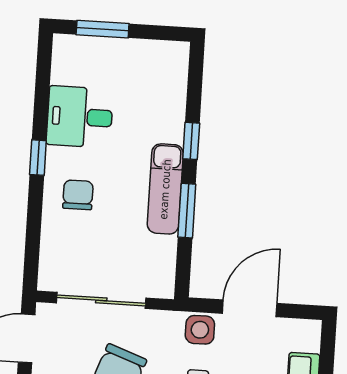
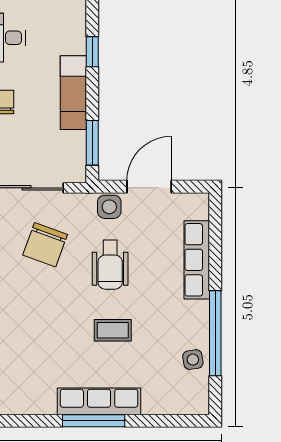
window: (187, 211) -> (92, 143), moved

